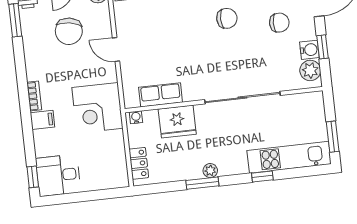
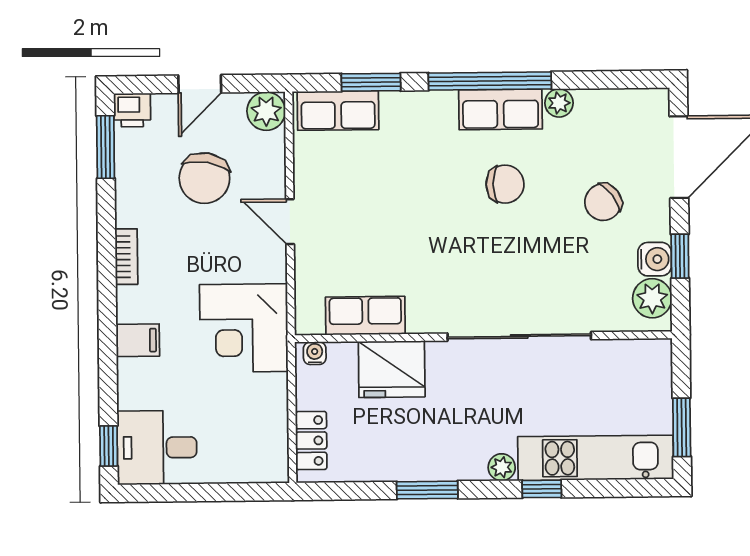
chair: (279, 23) -> (603, 202), turned 142
bookcase: (34, 96) -> (126, 257), moved
plant: (210, 171) -> (502, 467), moved

